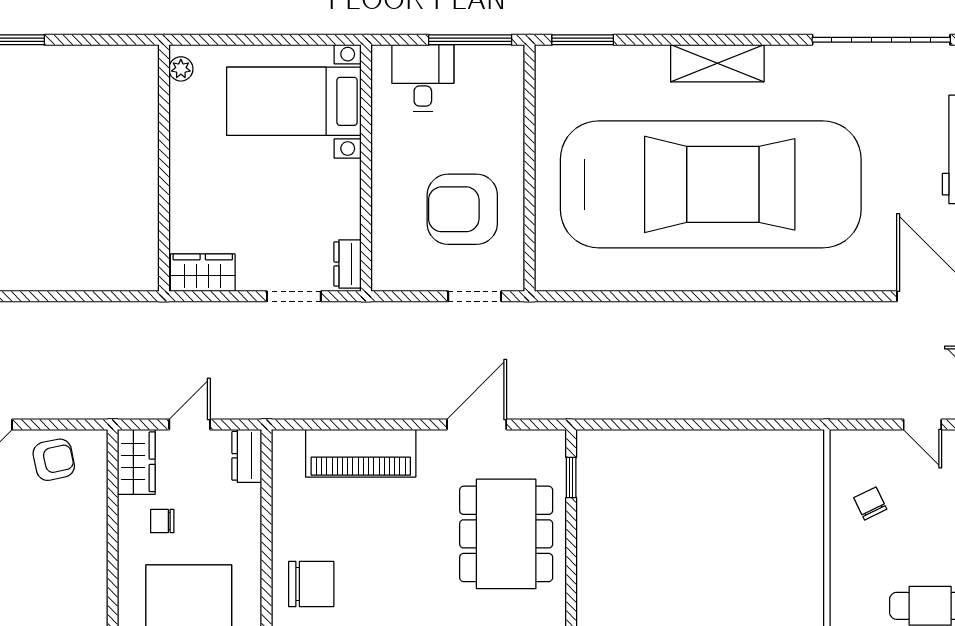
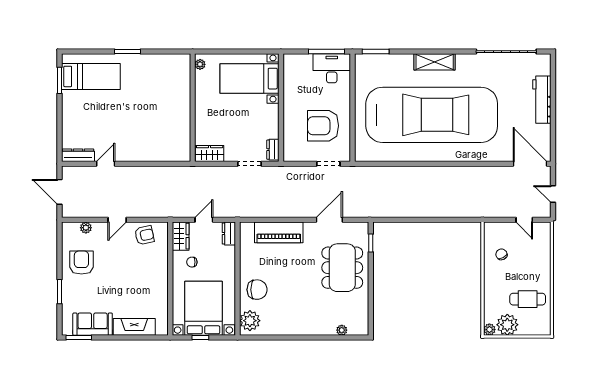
desk: (423, 78) -> (332, 68), moved, width x1.37

